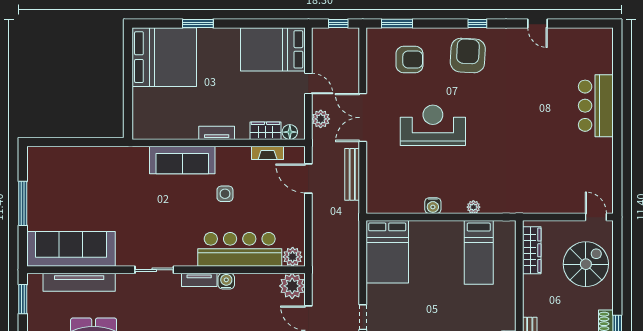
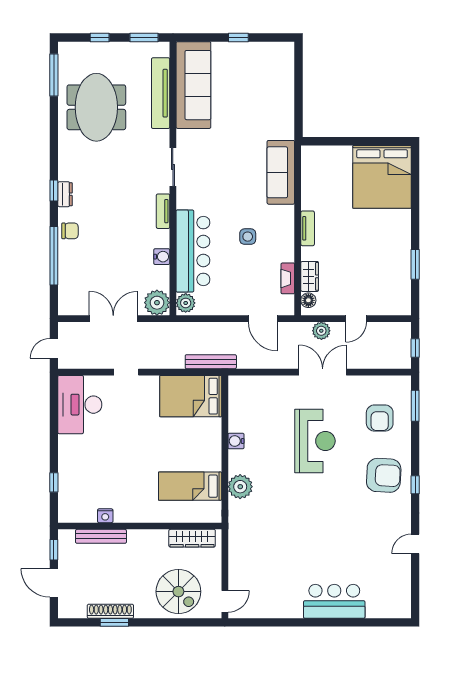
window: (198, 23) -> (415, 264), moved
bed: (273, 49) -> (390, 284), removed
sofa: (182, 160) -> (281, 172), moved
bench: (352, 174) -> (211, 362), moved
door: (308, 178) -> (263, 319), swing flipped
window: (23, 203) -> (238, 38), width x0.46
plant: (473, 207) -> (240, 487), width x1.88, depth x1.88
water cooler: (226, 281) -> (162, 257), moved

